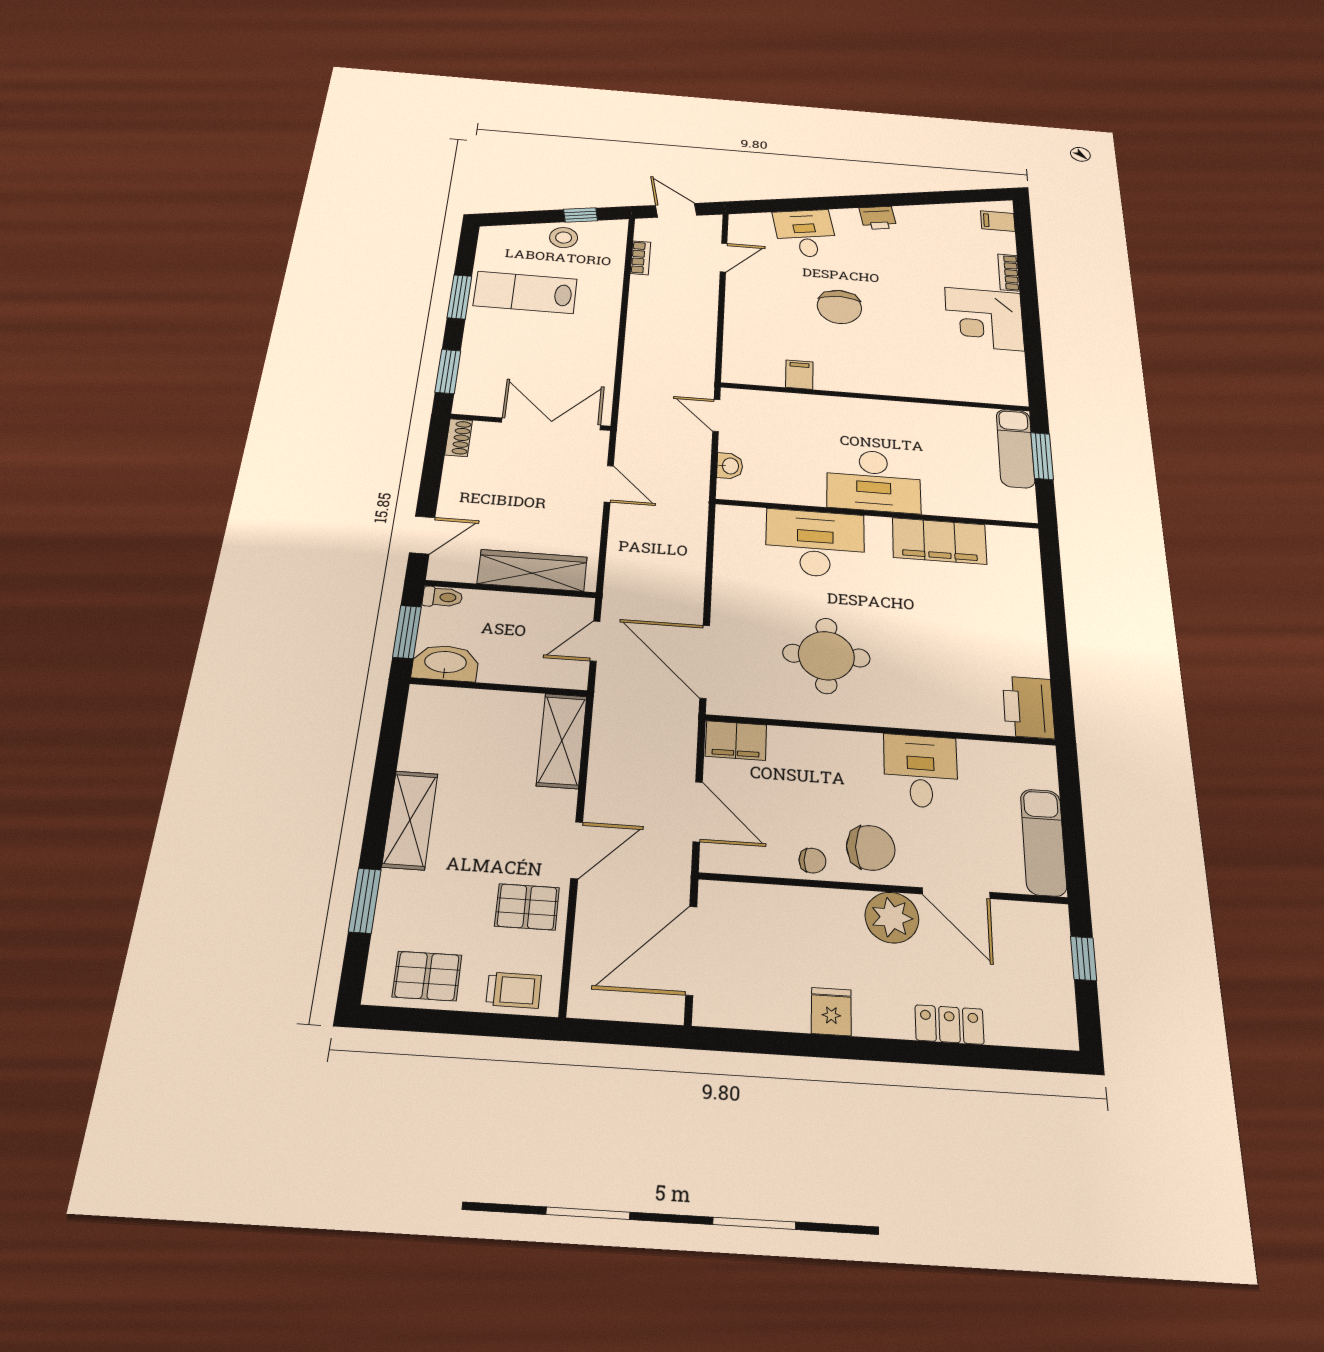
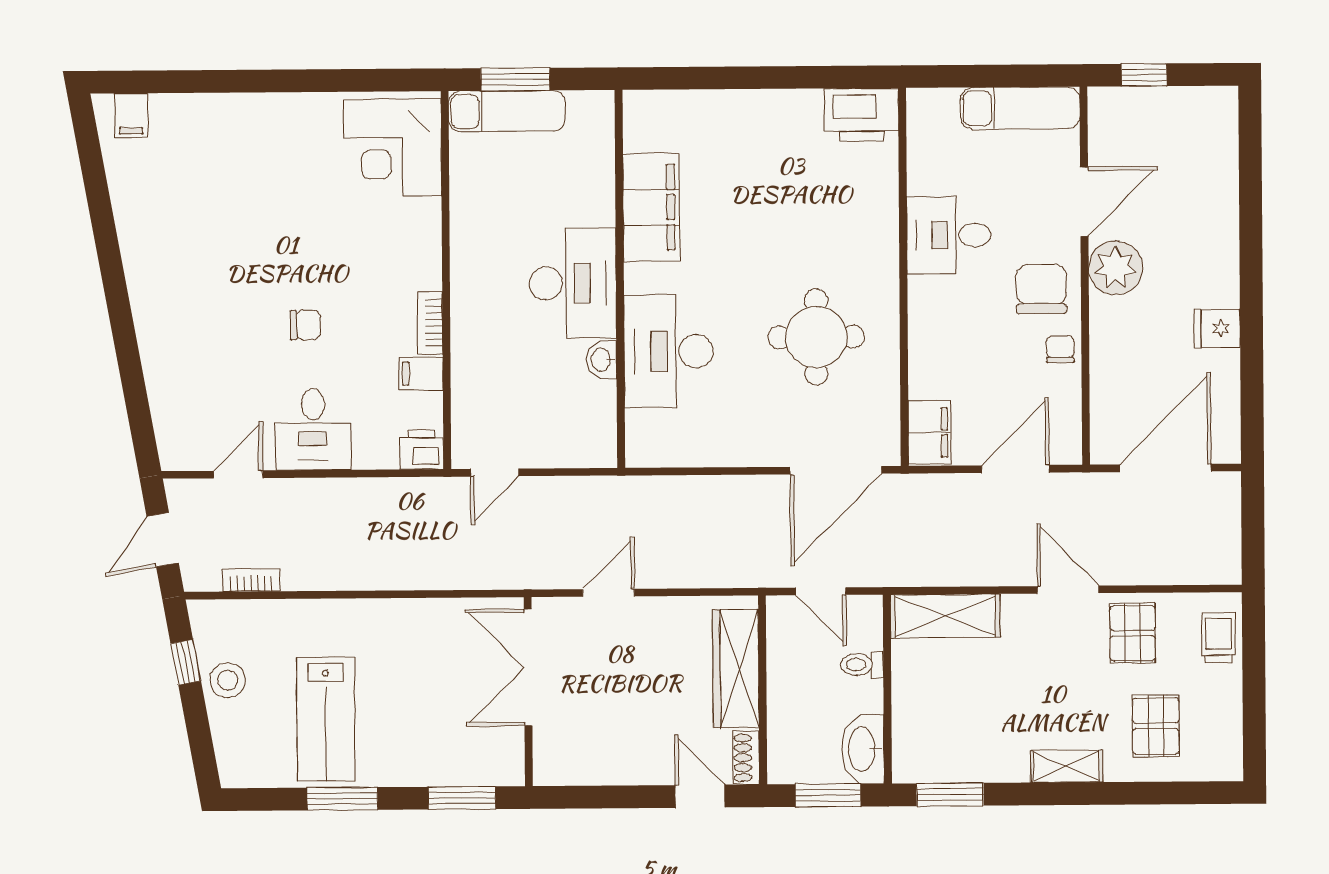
printer: (878, 218) -> (422, 450), moved, turned -80
desk: (805, 233) -> (313, 429), moved, turned -80
door: (724, 257) -> (238, 474), hinge flipped
bookcase: (1009, 273) -> (430, 323), moved, turned 90
chair: (839, 307) -> (305, 325), width x0.54, depth x0.54
corner desk: (984, 319) -> (393, 148), moved, turned 90
shoe rack: (459, 438) -> (746, 758), moved, turned -90
washbasin: (730, 466) -> (602, 360), moved, turned -90
toilet: (443, 597) -> (862, 664), moved, turned -90
shelving: (410, 820) -> (1066, 766), width x0.67, depth x0.75
window: (365, 901) -> (950, 795), moved
door: (691, 950) -> (1165, 468), swing flipped
pallet: (427, 976) -> (1156, 726), moved
locker: (949, 1025) -> (1222, 213), removed

